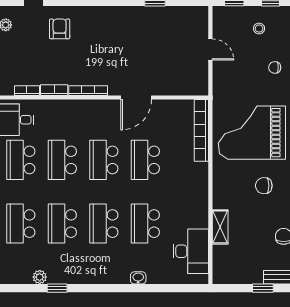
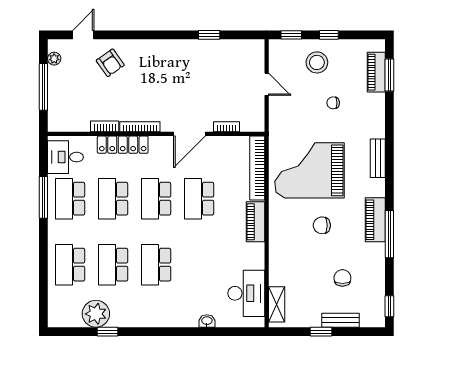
stool: (259, 28) -> (317, 62), width x1.89, depth x1.89
armchair: (60, 29) -> (110, 63), turned 145
bookcase: (27, 91) -> (226, 127), moved
locker: (72, 108) -> (123, 145), added
piano: (200, 182) -> (255, 222), added
school desk: (145, 224) -> (199, 265), removed
shelving: (220, 227) -> (277, 304), moved
plant: (40, 277) -> (96, 314), width x1.88, depth x1.88
washbasin: (138, 278) -> (207, 321), moved

